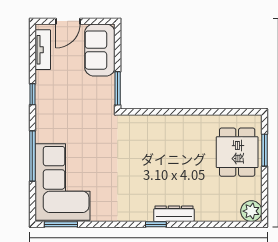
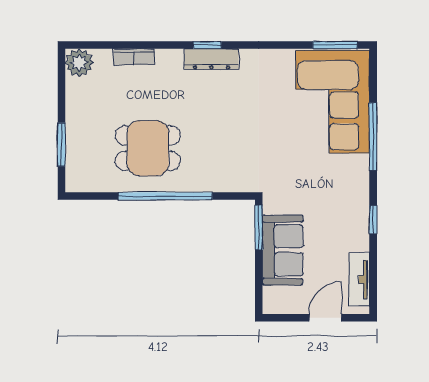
sofa: (100, 50) -> (283, 250), moved
window: (187, 112) -> (165, 196), added
dining table: (237, 152) -> (148, 148), moved, turned 90
dresser: (174, 214) -> (212, 59), moved
bookcase: (211, 215) -> (134, 57), added

